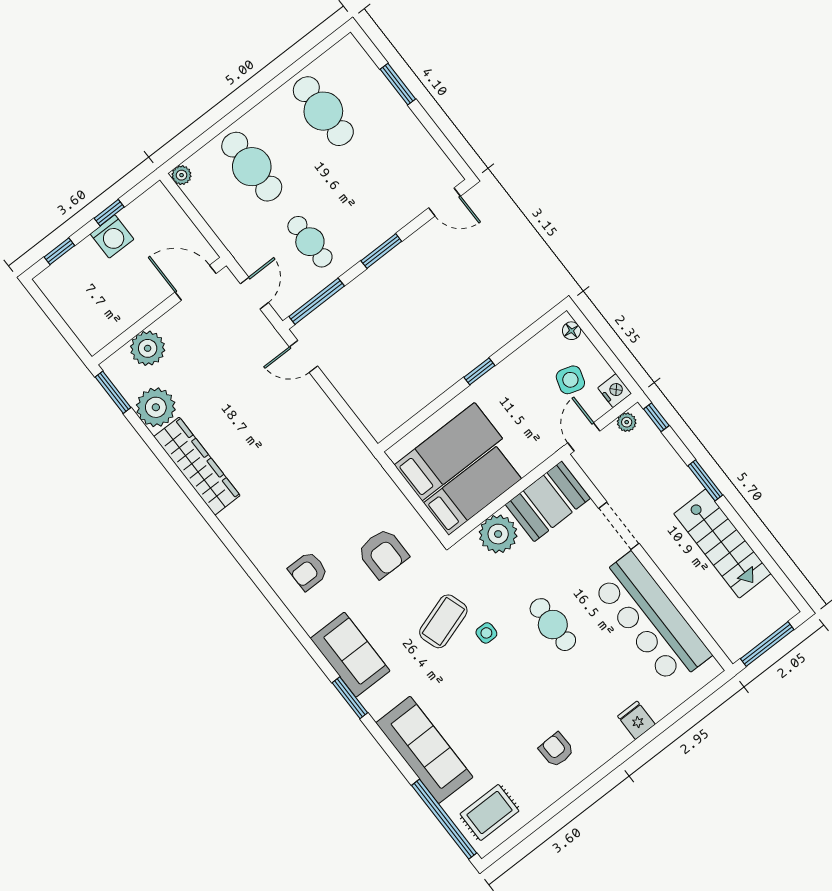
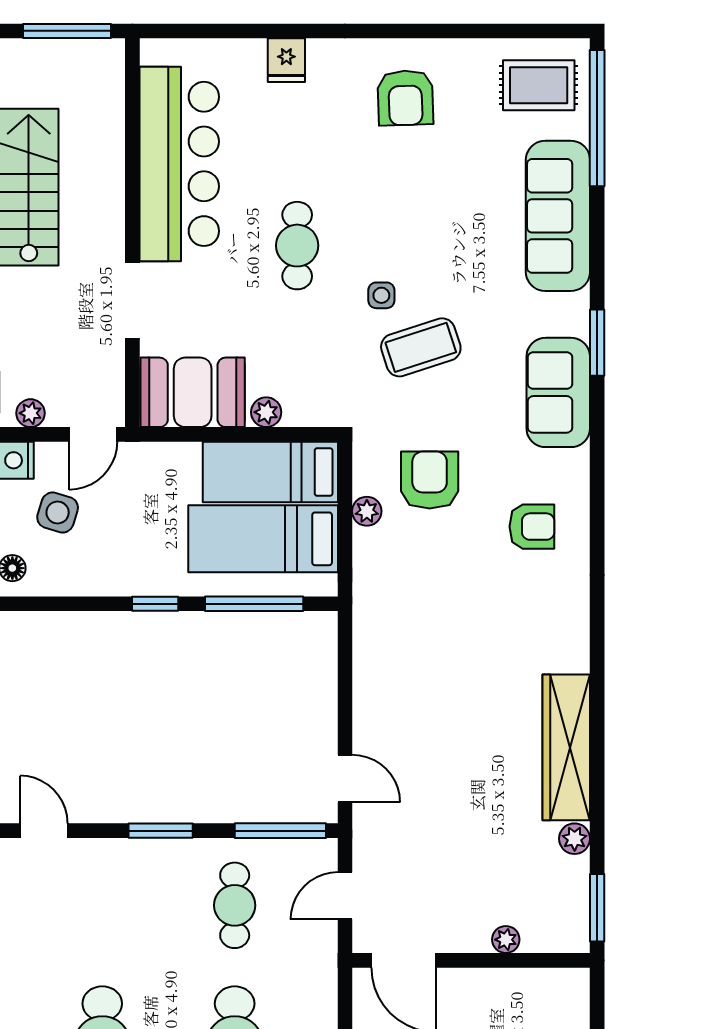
plant: (148, 348) -> (506, 940), width x0.53, depth x0.53
plant: (156, 407) -> (575, 839), width x0.53, depth x0.53
window: (426, 413) -> (254, 604), added
plant: (404, 510) -> (367, 511), added
plant: (498, 534) -> (266, 412), width x0.53, depth x0.53
armchair: (556, 750) -> (405, 98), width x1.38, depth x1.38

